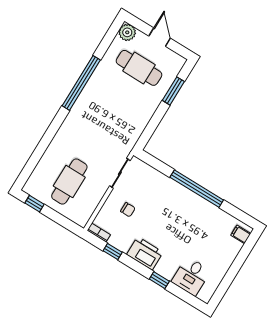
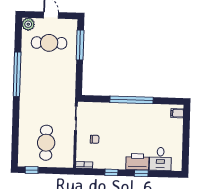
window: (173, 91) -> (80, 45), width x1.44
window: (113, 251) -> (111, 172), moved
printer: (145, 253) -> (137, 162), moved

